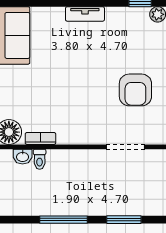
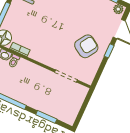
armchair: (135, 90) -> (86, 46), turned -147

